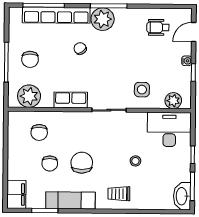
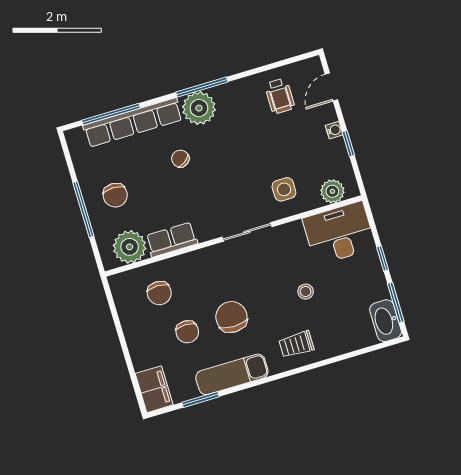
wheelchair: (158, 27) -> (280, 96), turned -90
row of seats: (71, 100) -> (172, 240), moved

